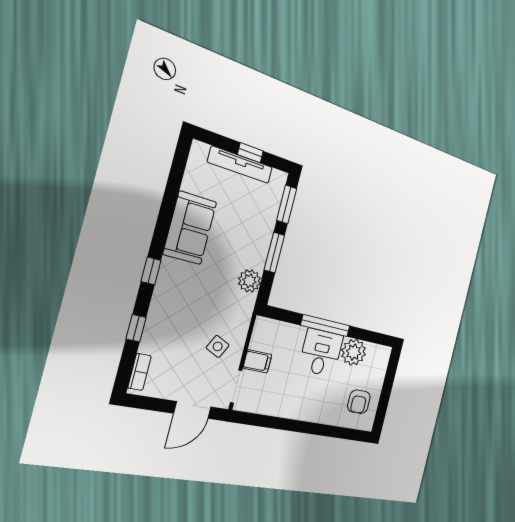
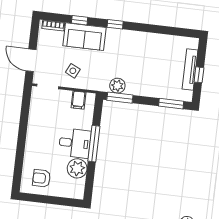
sofa: (190, 228) -> (85, 37), moved
window: (274, 253) -> (120, 98), moved
filing cabinet: (257, 361) -> (78, 100), moved

